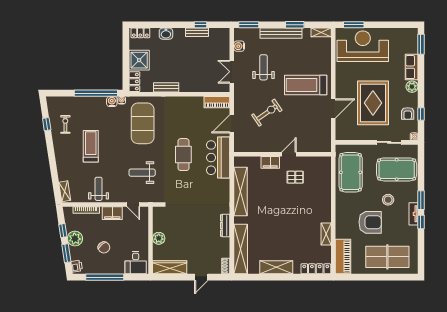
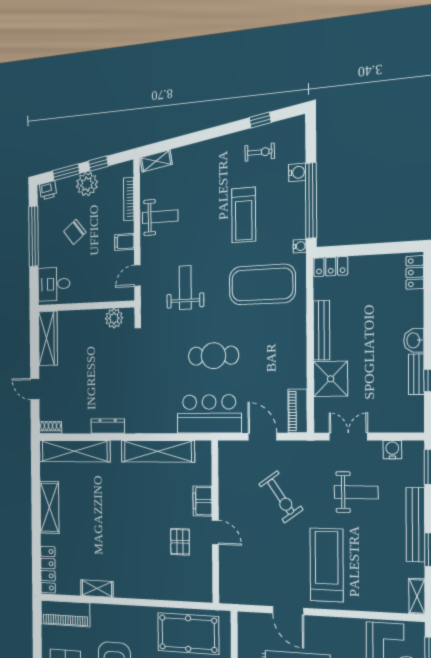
washbasin: (166, 34) -> (414, 340), moved
shower: (139, 60) -> (331, 379), moved
bench: (166, 87) -> (321, 330), width x1.36
water cooler: (112, 102) -> (297, 172), moved
treadmill: (91, 146) -> (244, 215), moved, turned 90
filing cabinet: (112, 213) -> (124, 242), width x0.50
plant: (159, 238) -> (114, 318), moved

